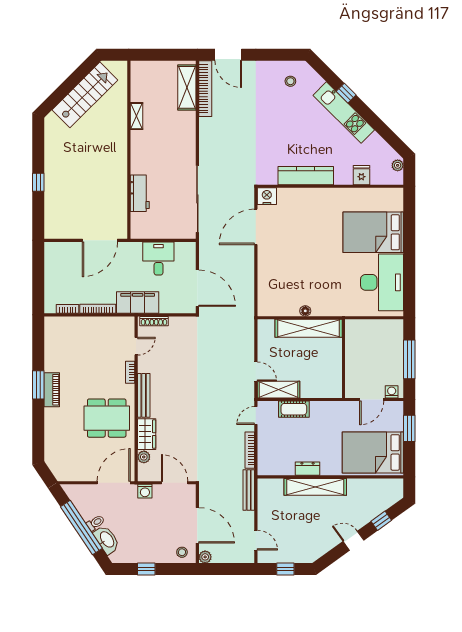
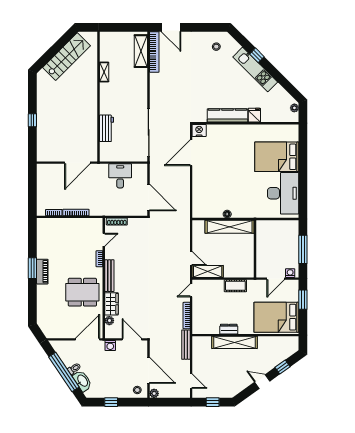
fridge: (361, 175) -> (254, 115), moved
filing cabinet: (138, 302) -> (105, 208), removed
cot: (294, 409) -> (235, 286), moved

